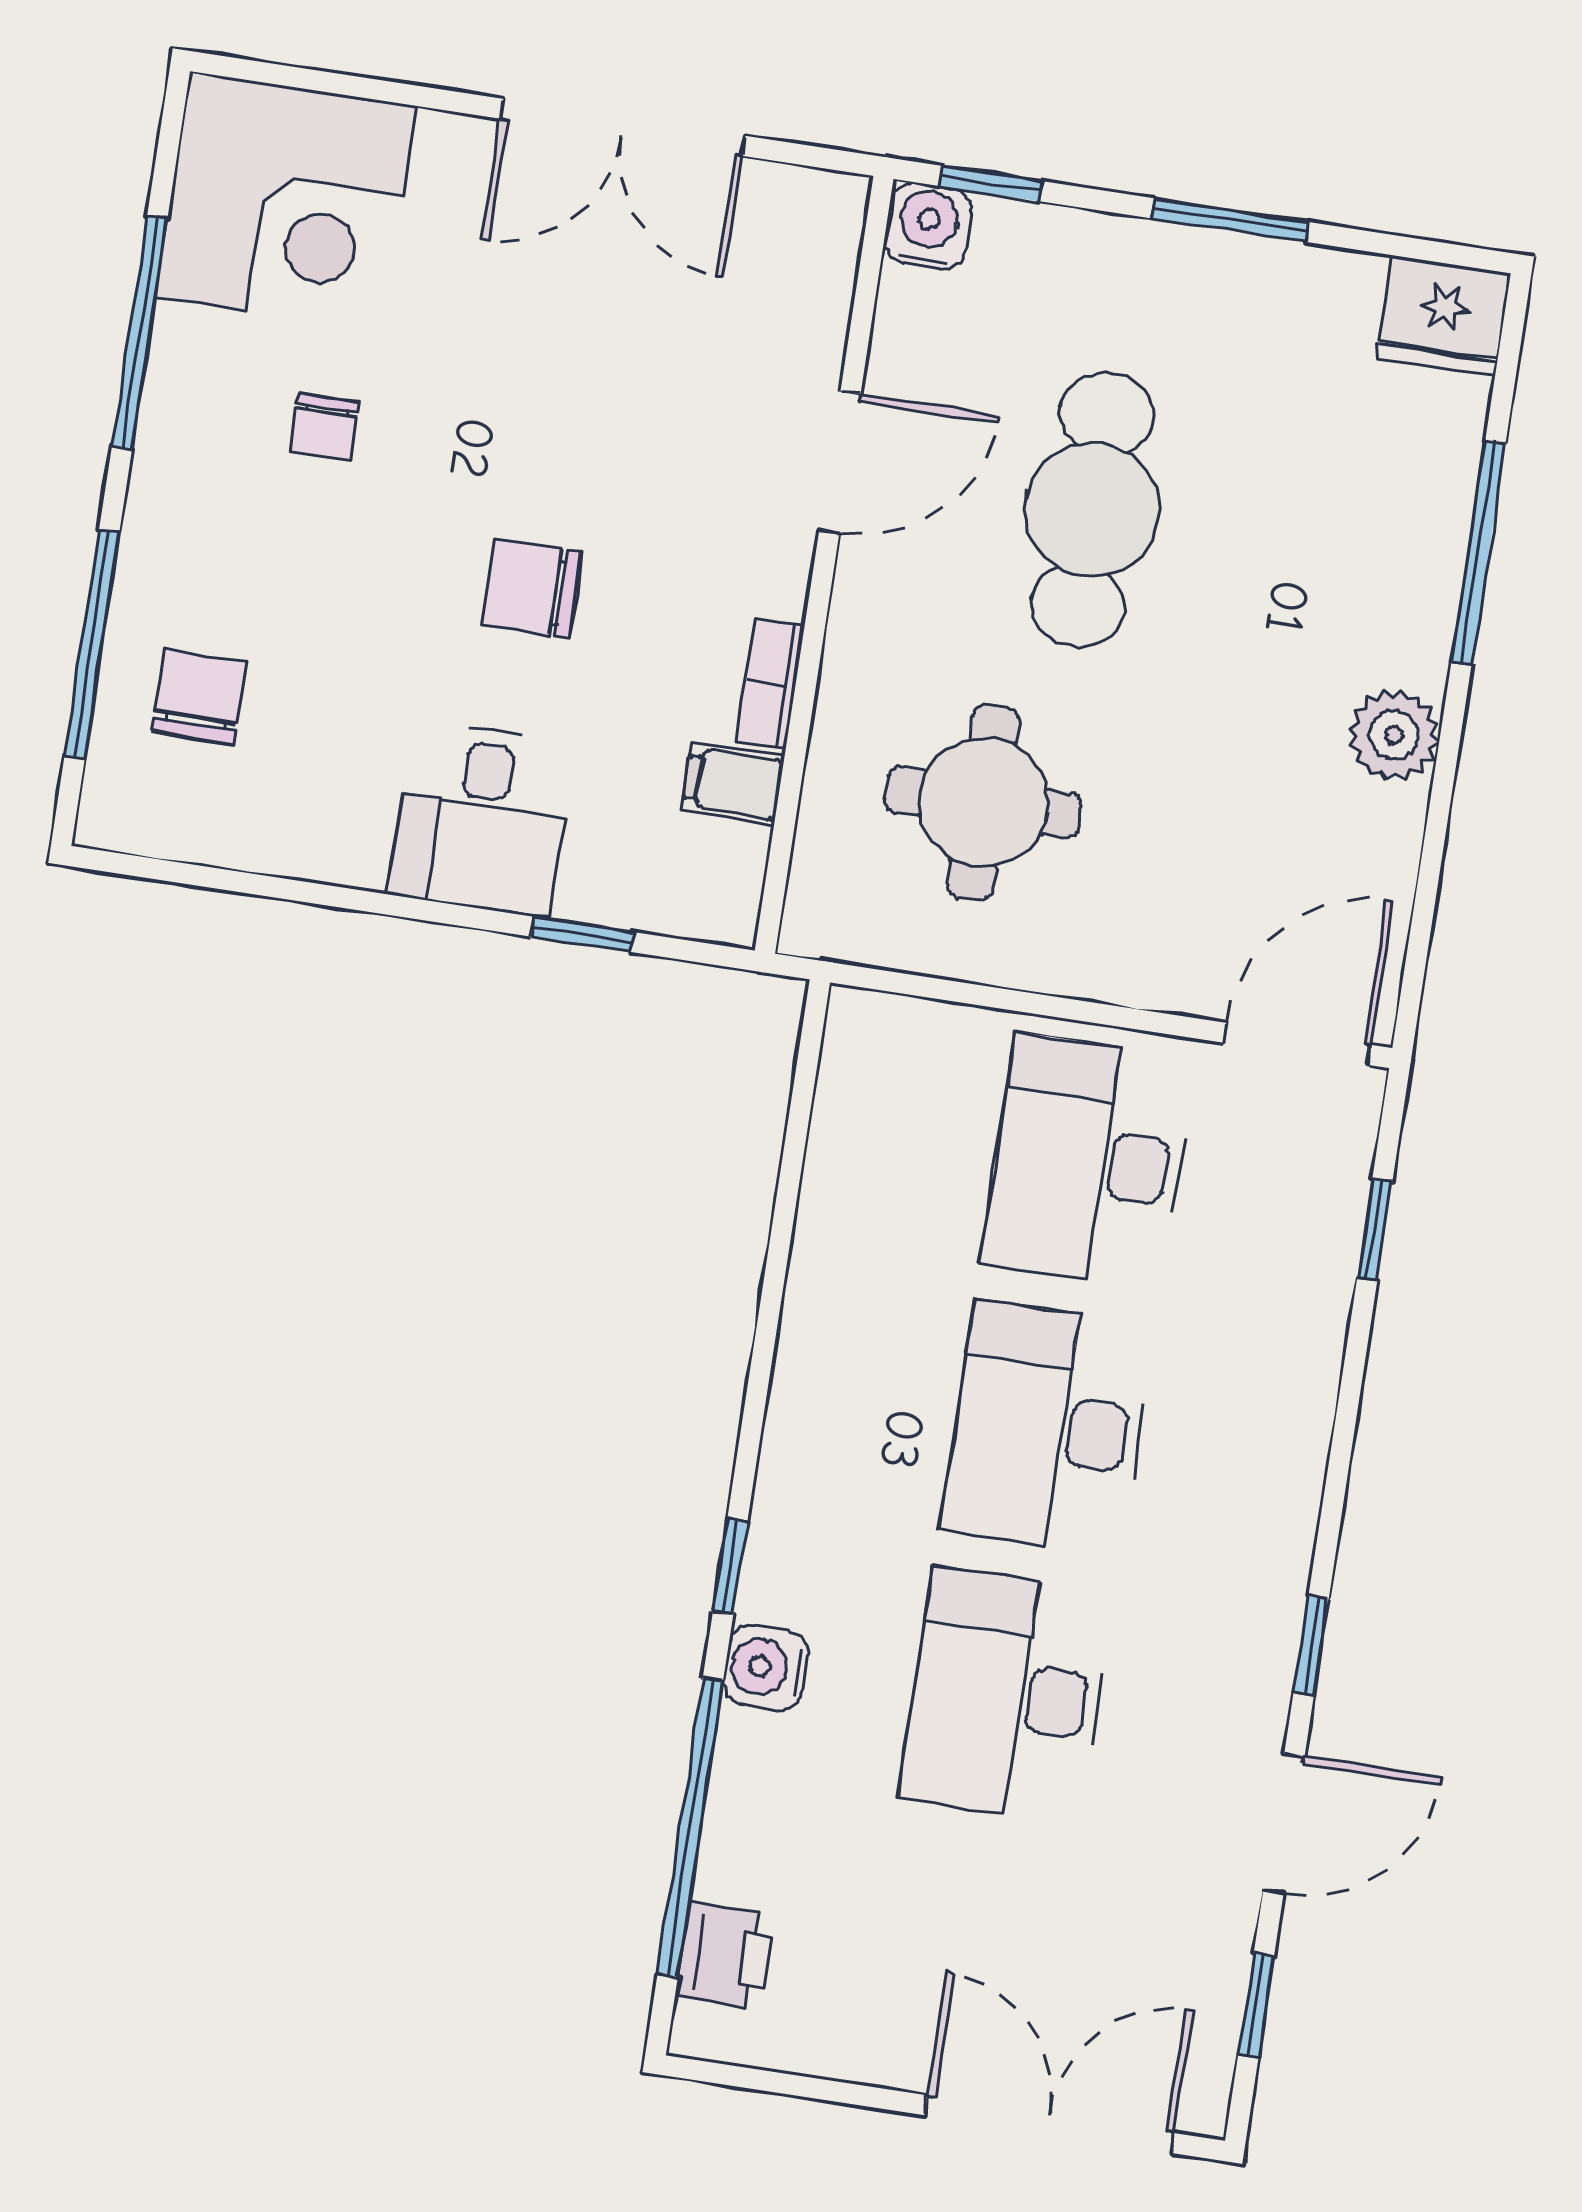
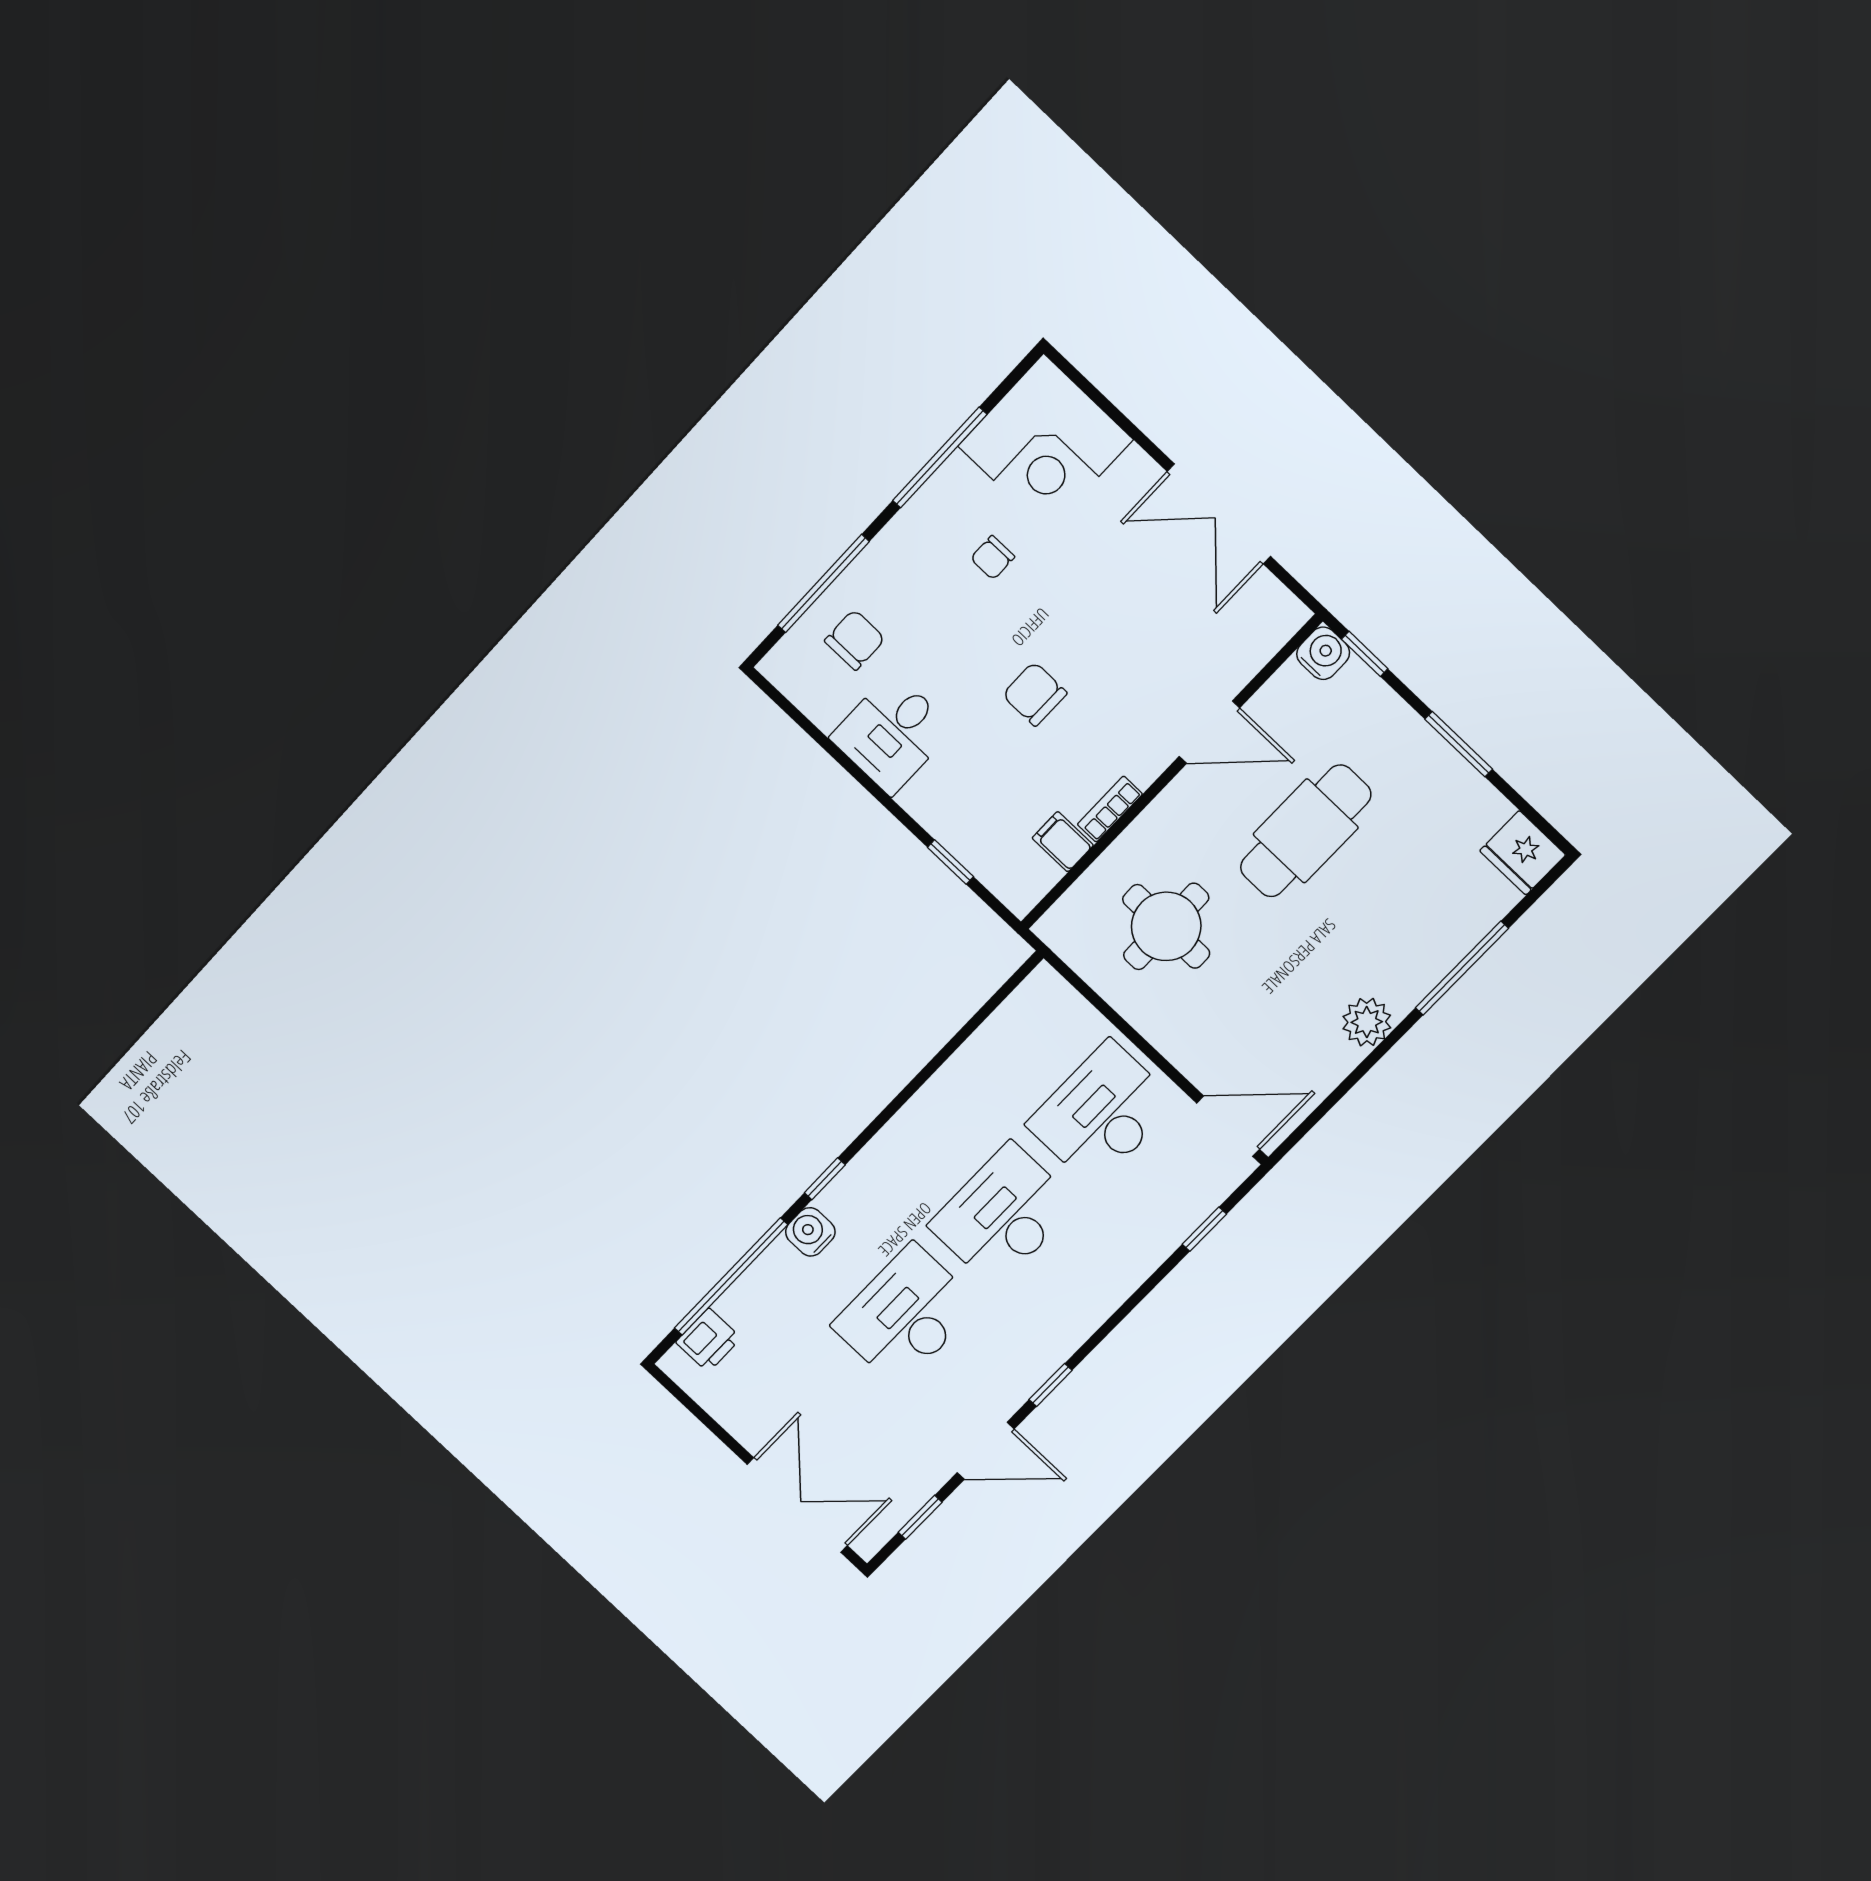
desk: (482, 819) -> (892, 733), moved

